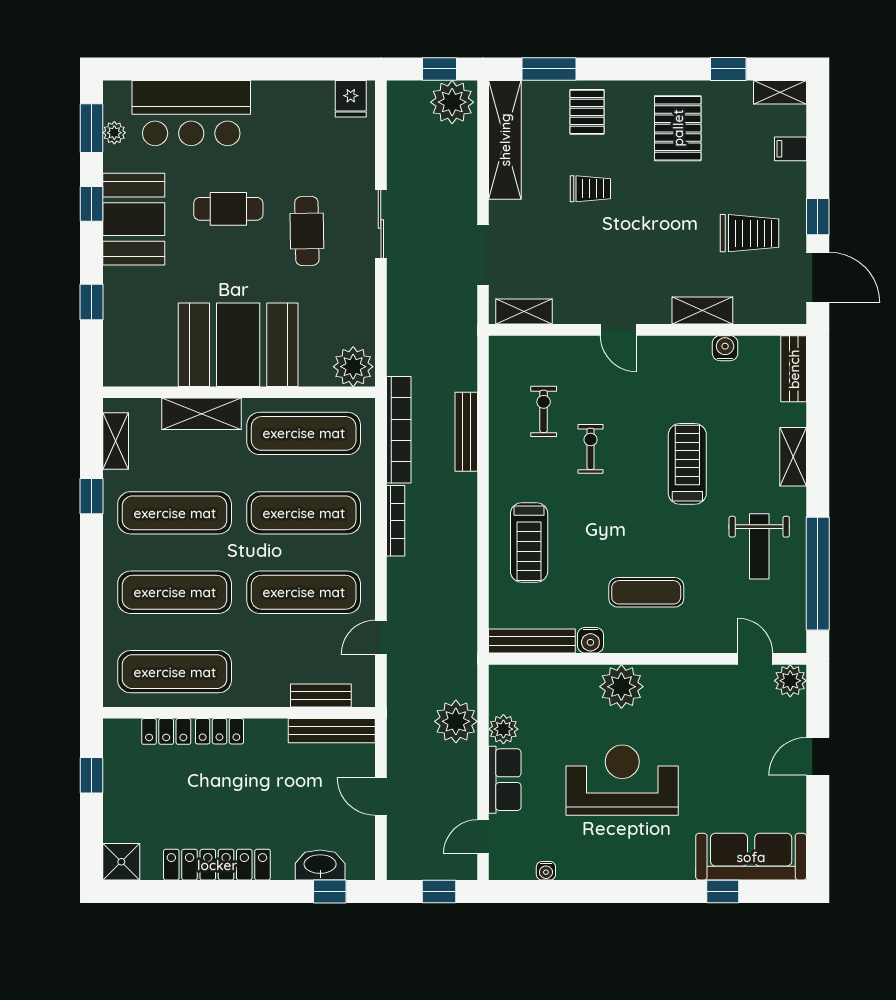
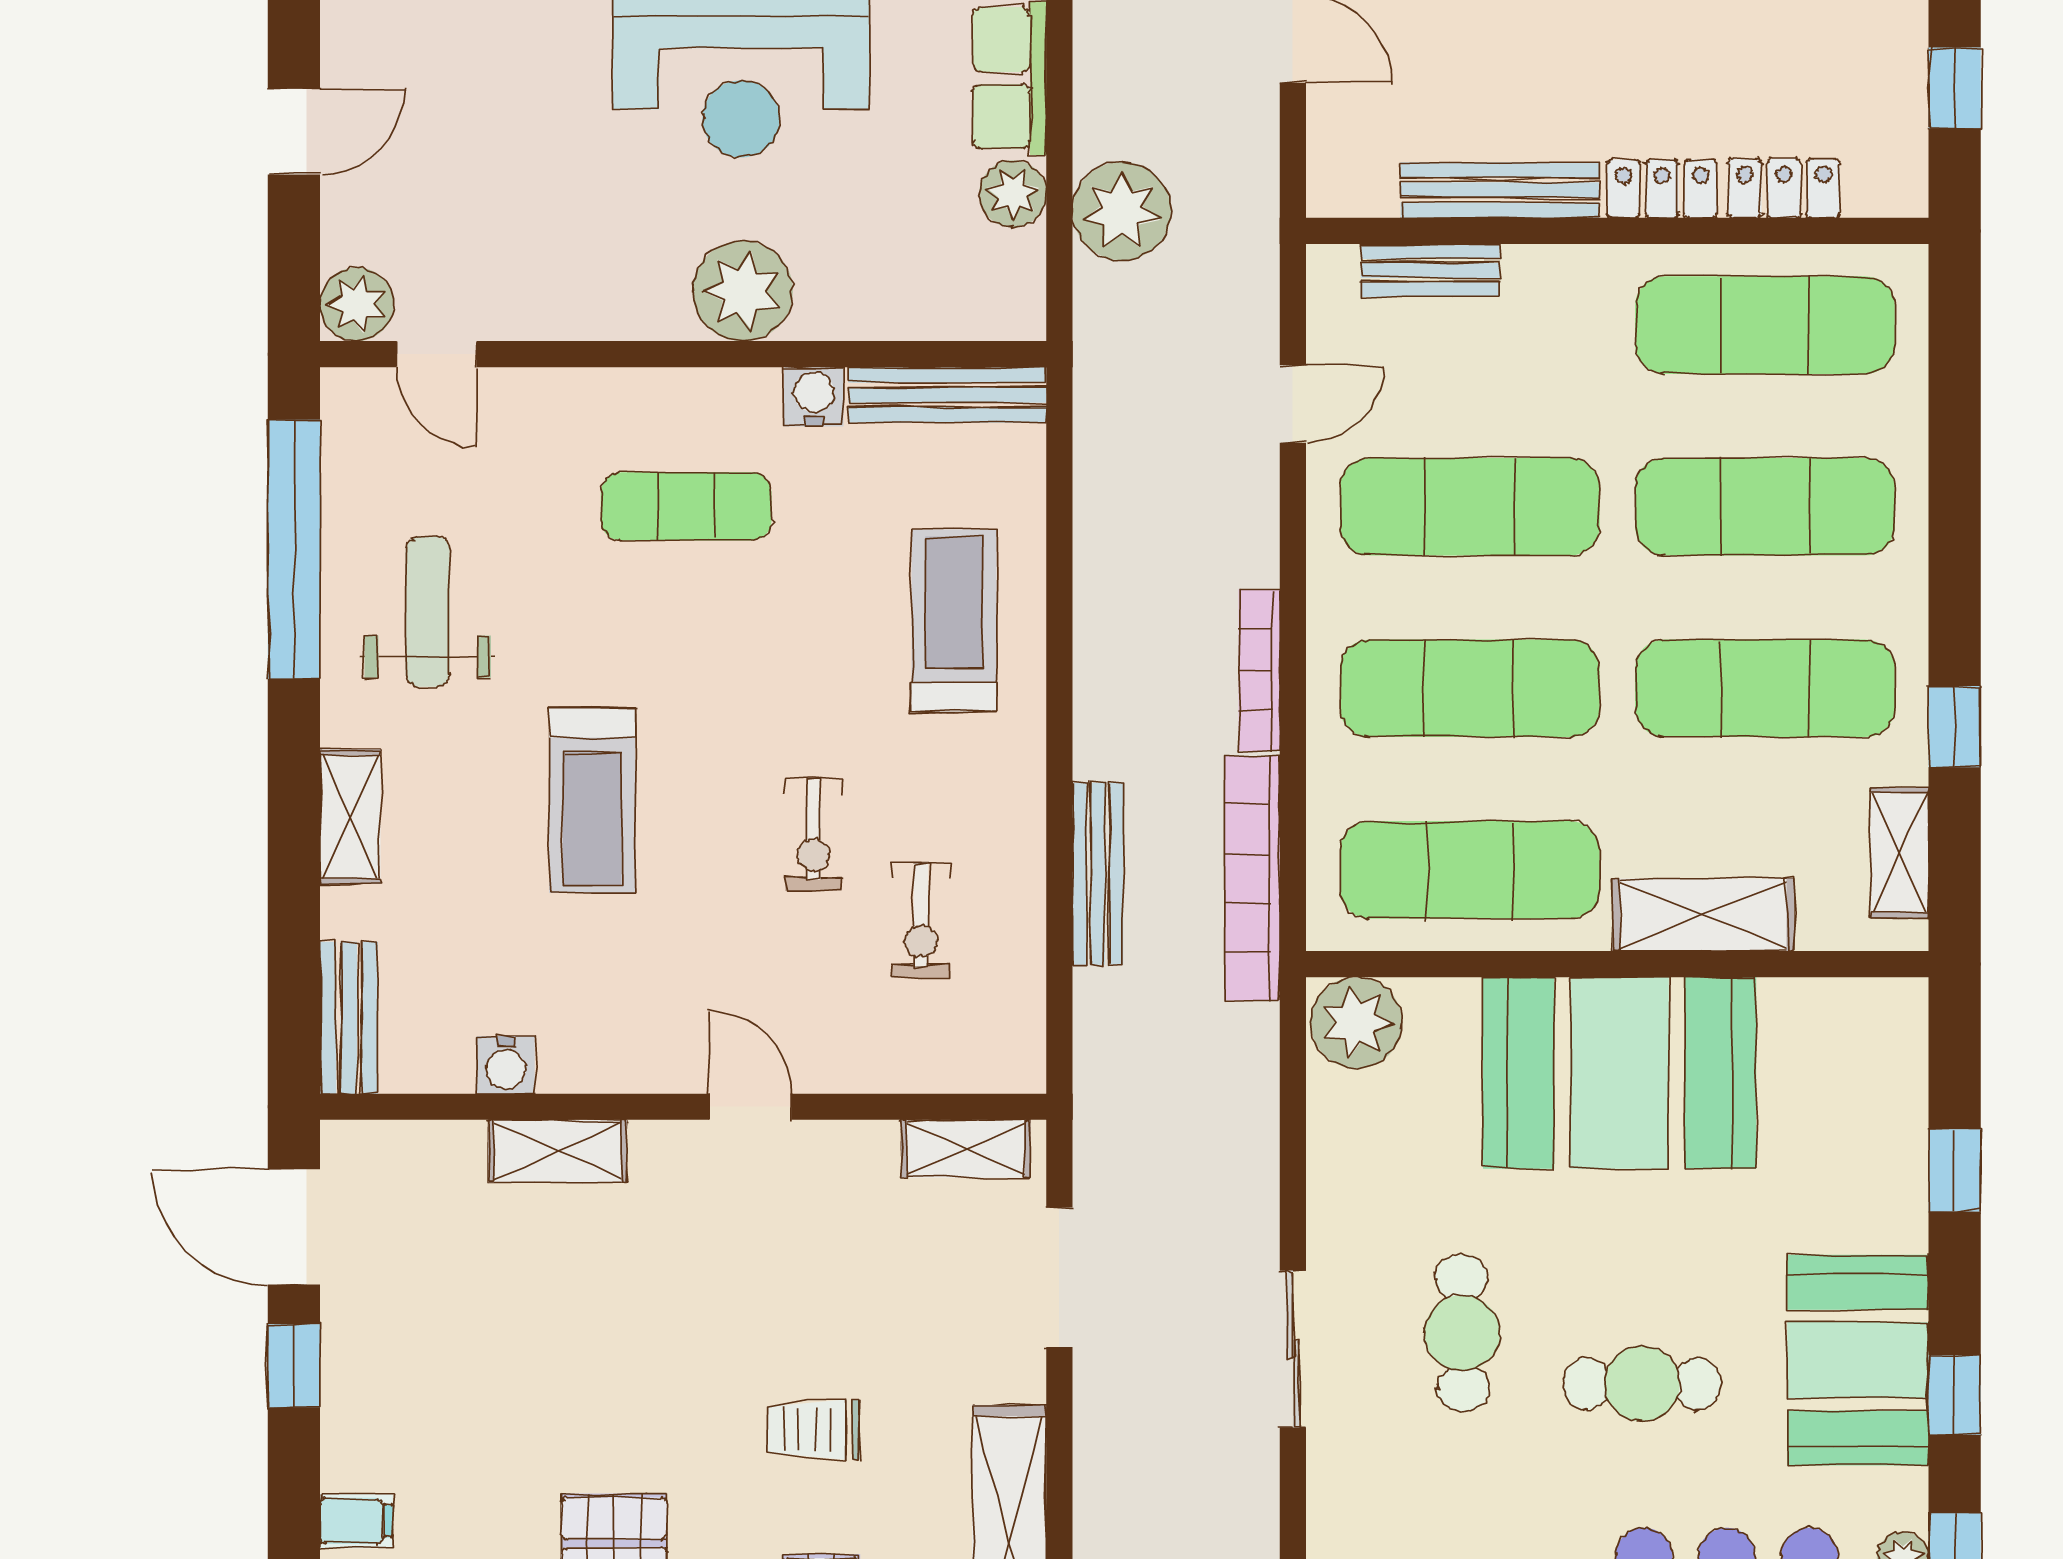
trolley: (750, 233) -> (450, 1328), removed
bench: (332, 731) -> (1500, 190), moved

